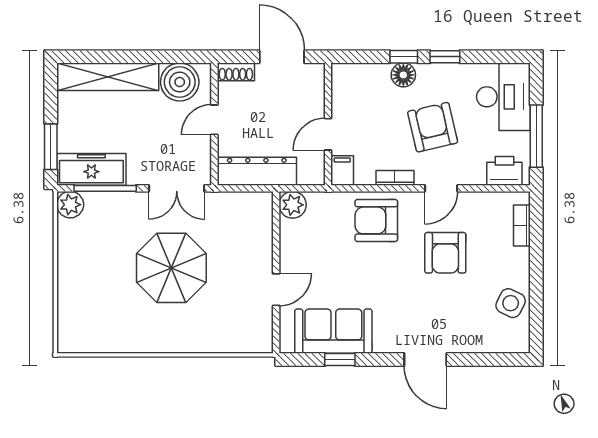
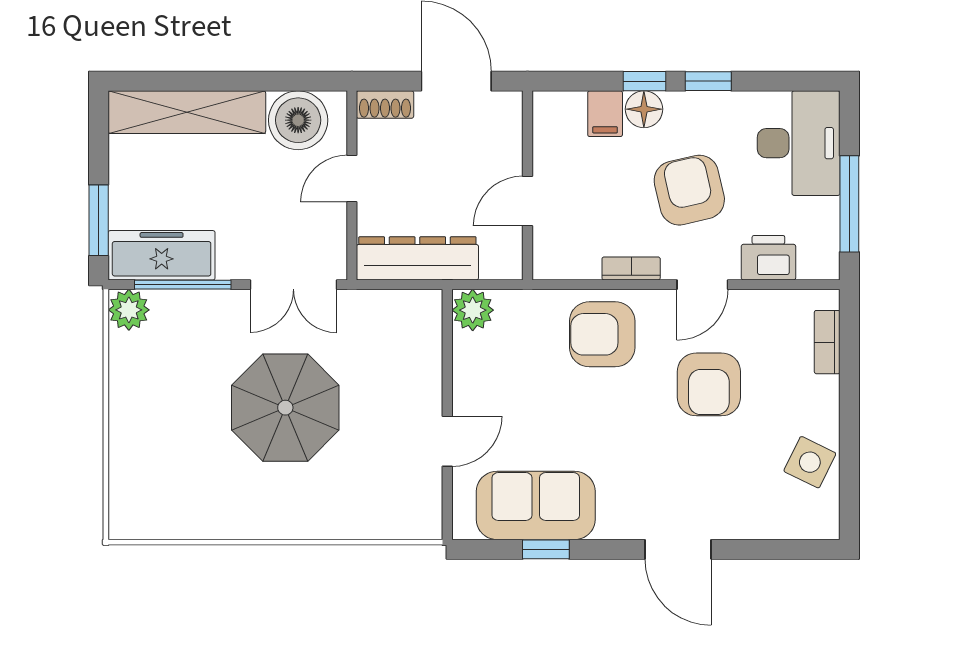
filing cabinet: (342, 170) -> (605, 114), moved, turned 180
printer: (504, 171) -> (768, 258), moved

